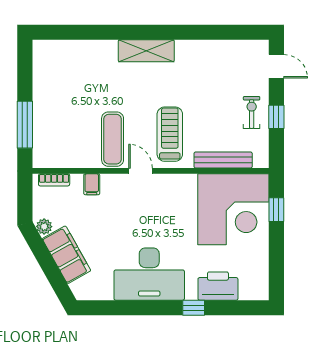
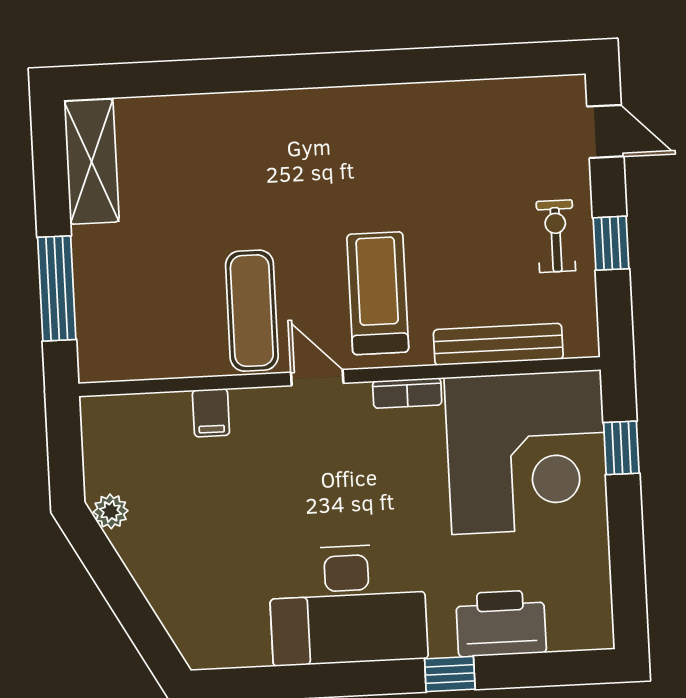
shelving: (146, 51) -> (92, 162), moved, turned 90
bookcase: (54, 180) -> (407, 393), moved
filing cabinet: (66, 255) -> (163, 571), removed

